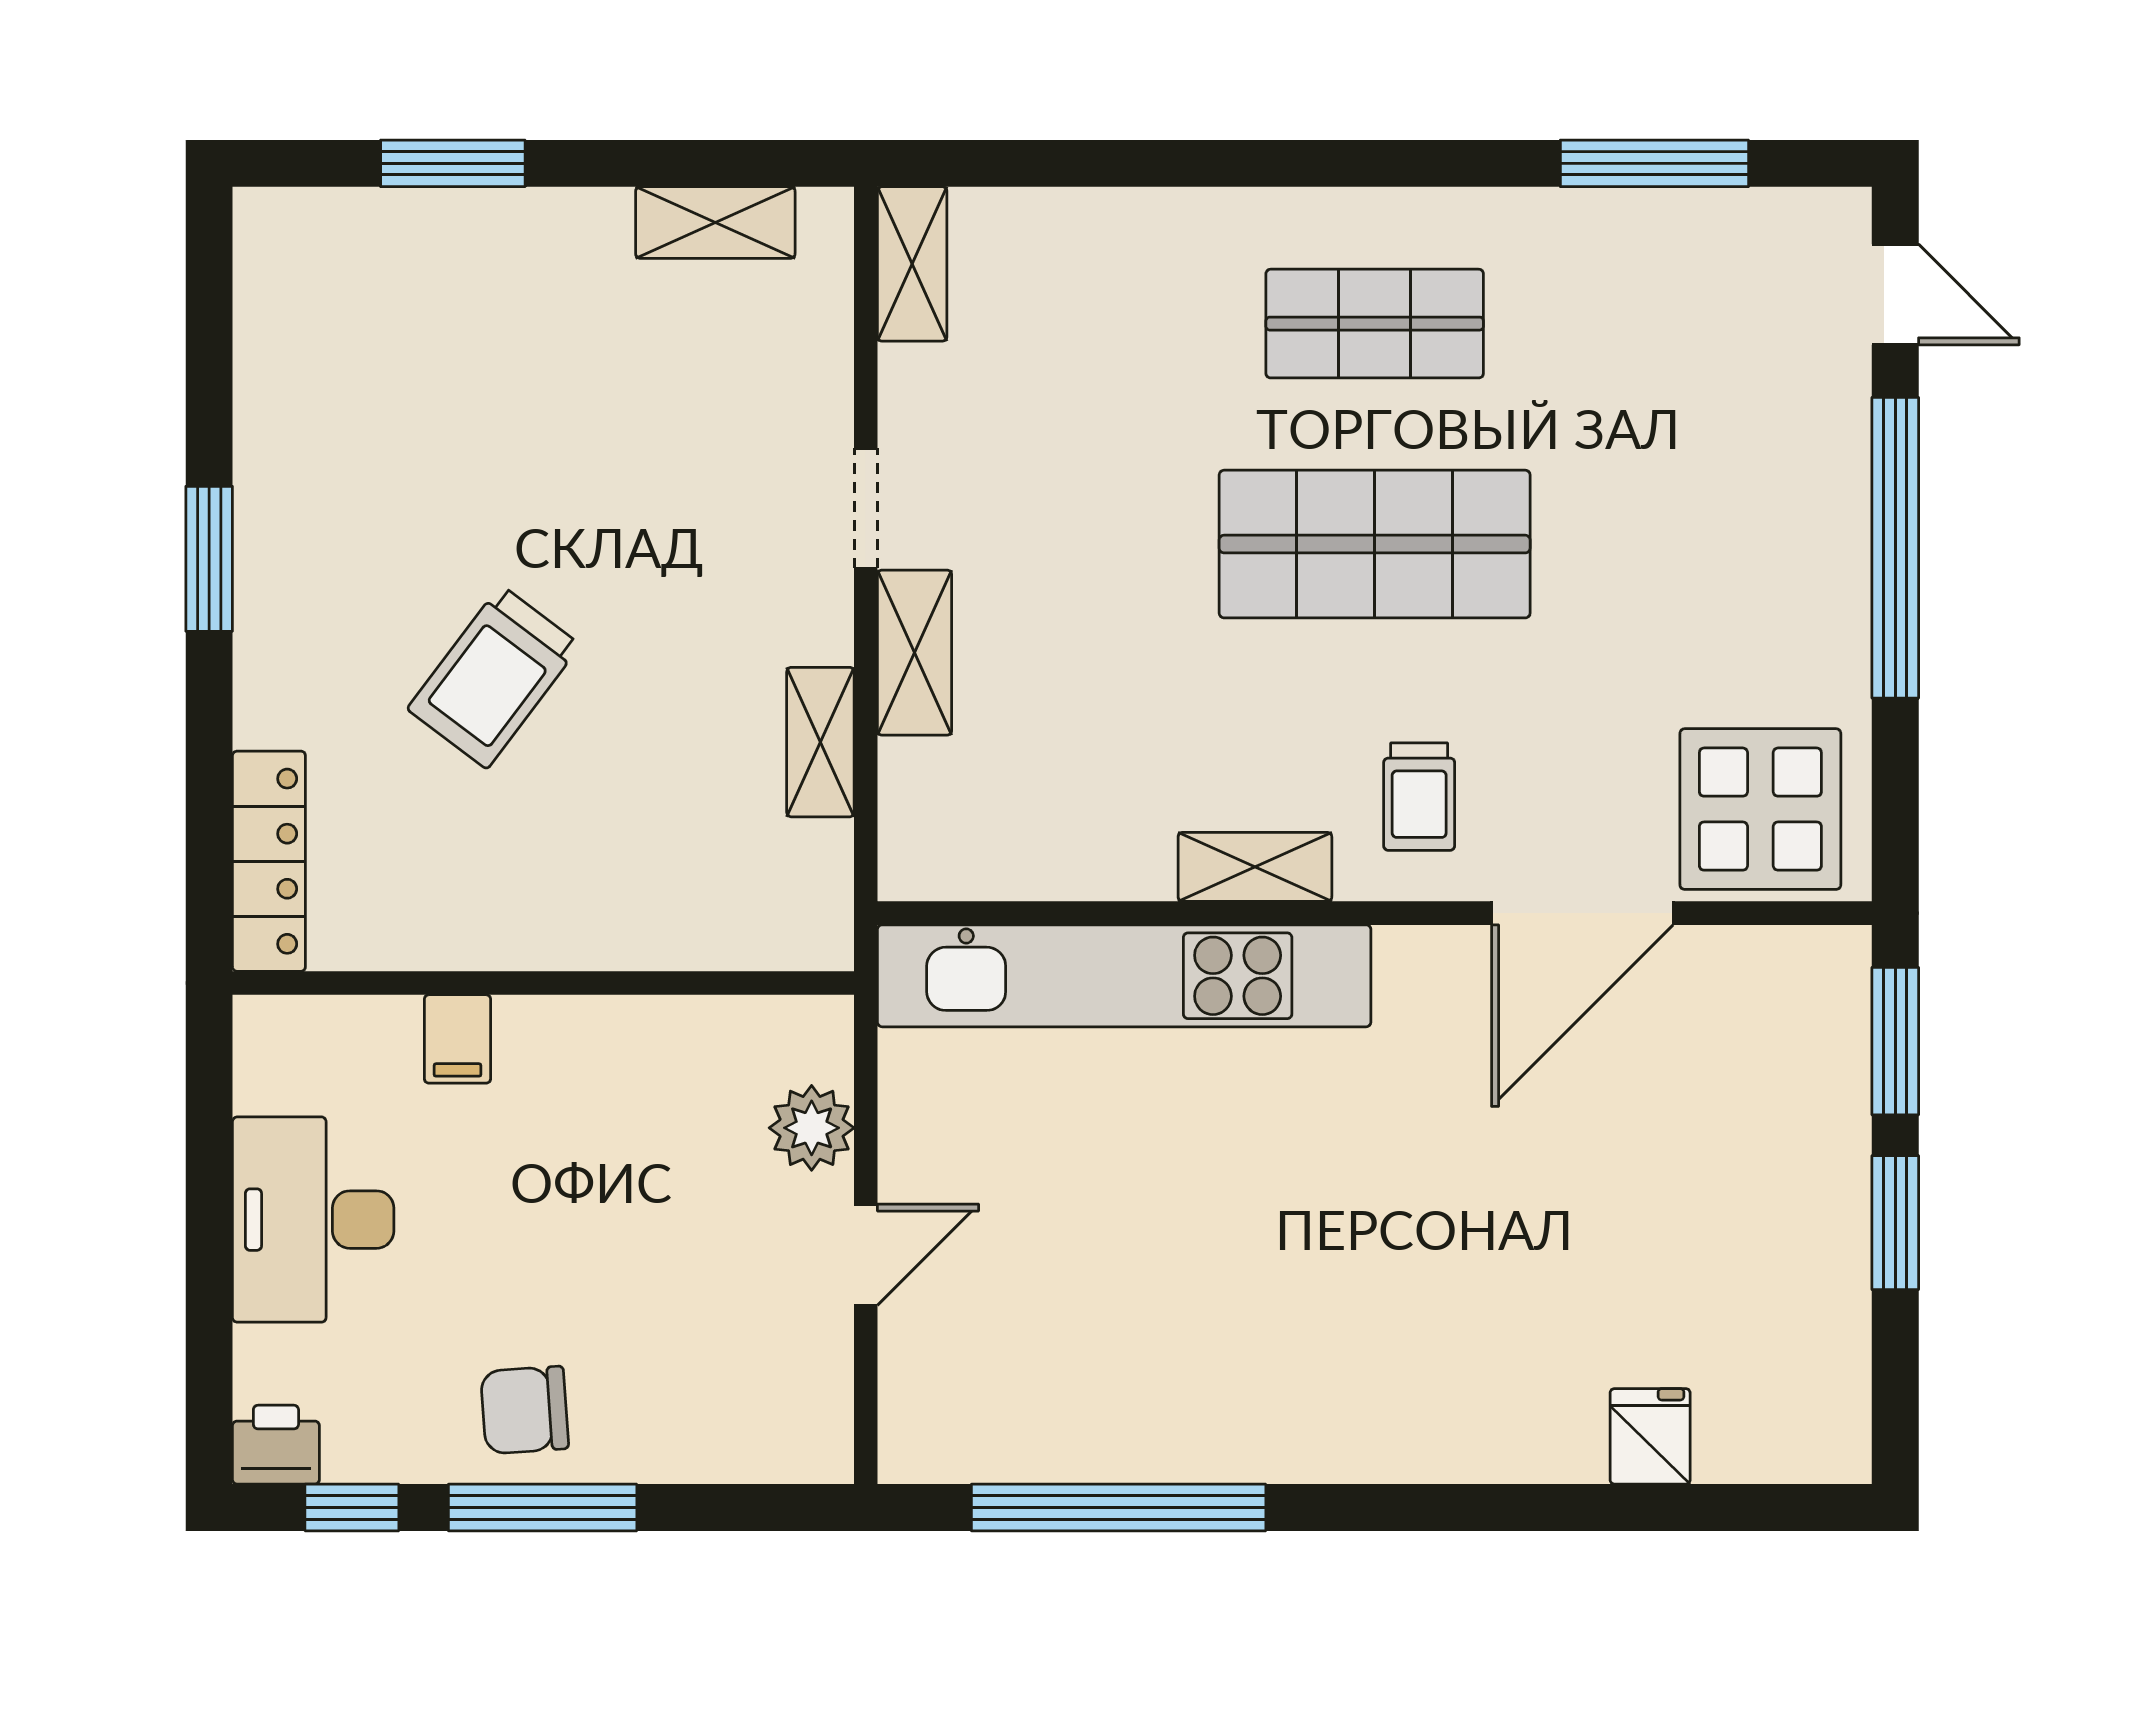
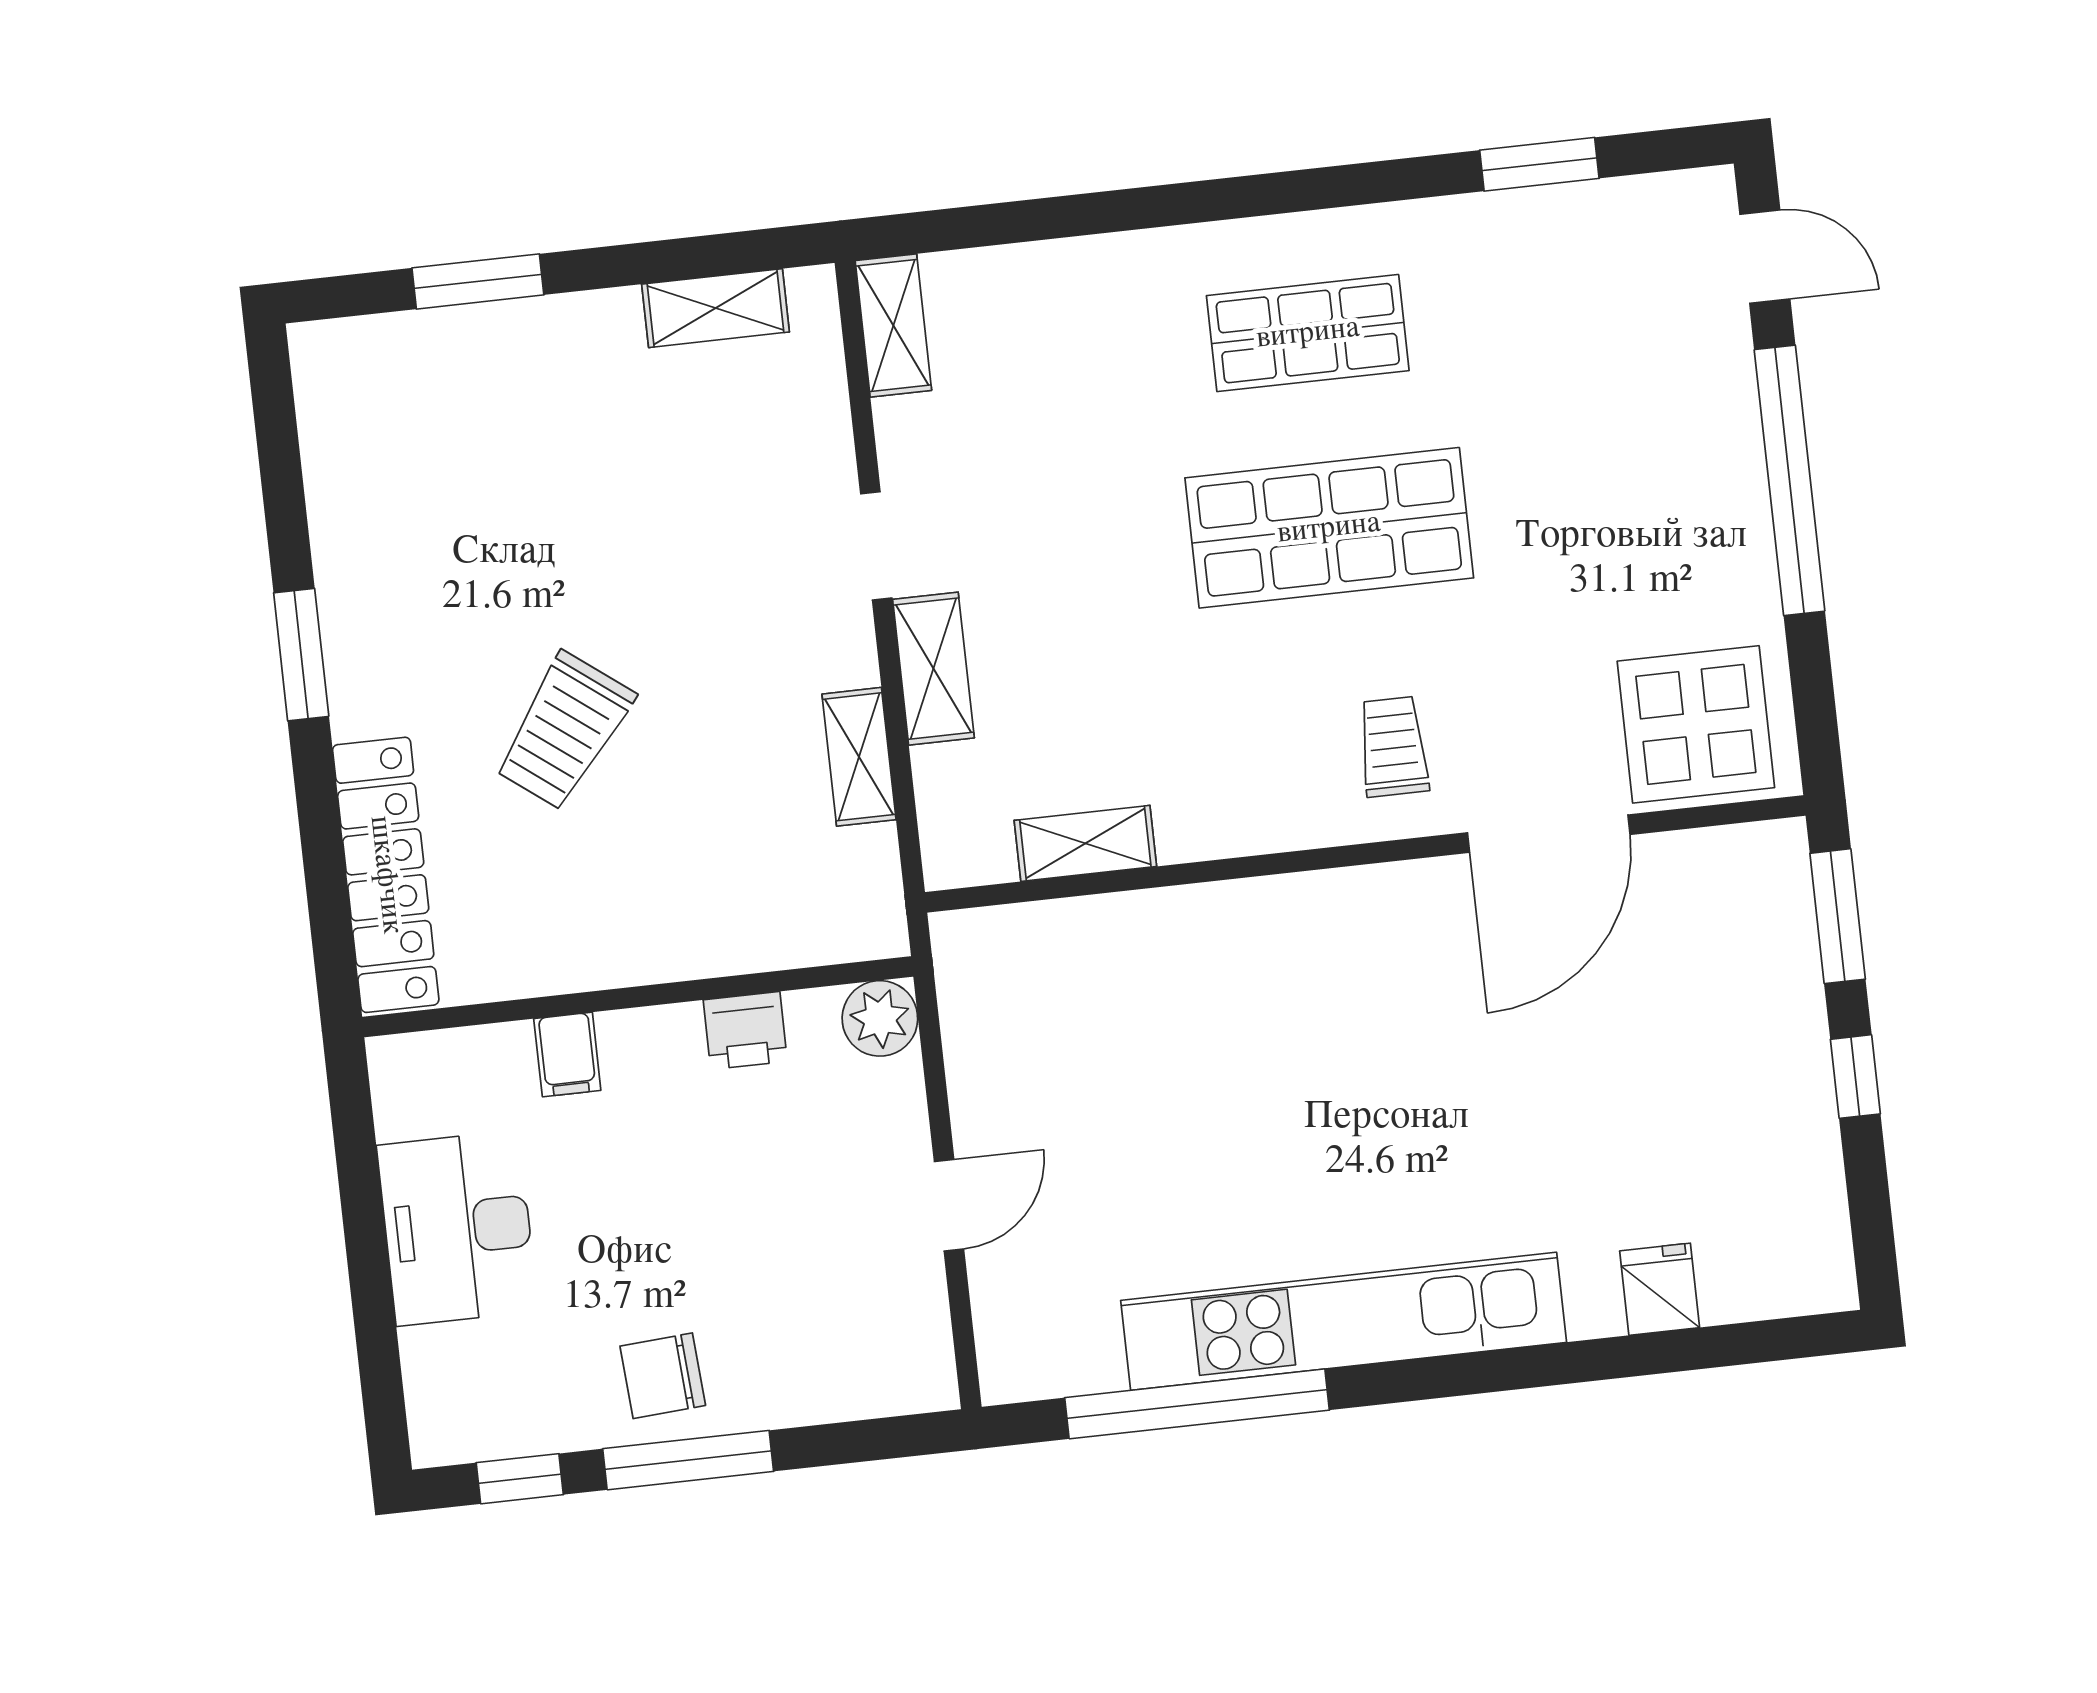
window: (1654, 163) -> (1539, 164), width x0.69
trolley: (1419, 797) -> (1393, 747), turned 180
locker: (269, 861) -> (386, 875), width x1.41, depth x1.21
shelving: (1255, 867) -> (1085, 843), moved
kitchen unit: (1124, 976) -> (1344, 1321), moved, turned 180
plant: (812, 1128) -> (880, 1018), moved
window: (1895, 1223) -> (1855, 1077), width x0.67
printer: (276, 1445) -> (745, 1031), moved, turned 180

